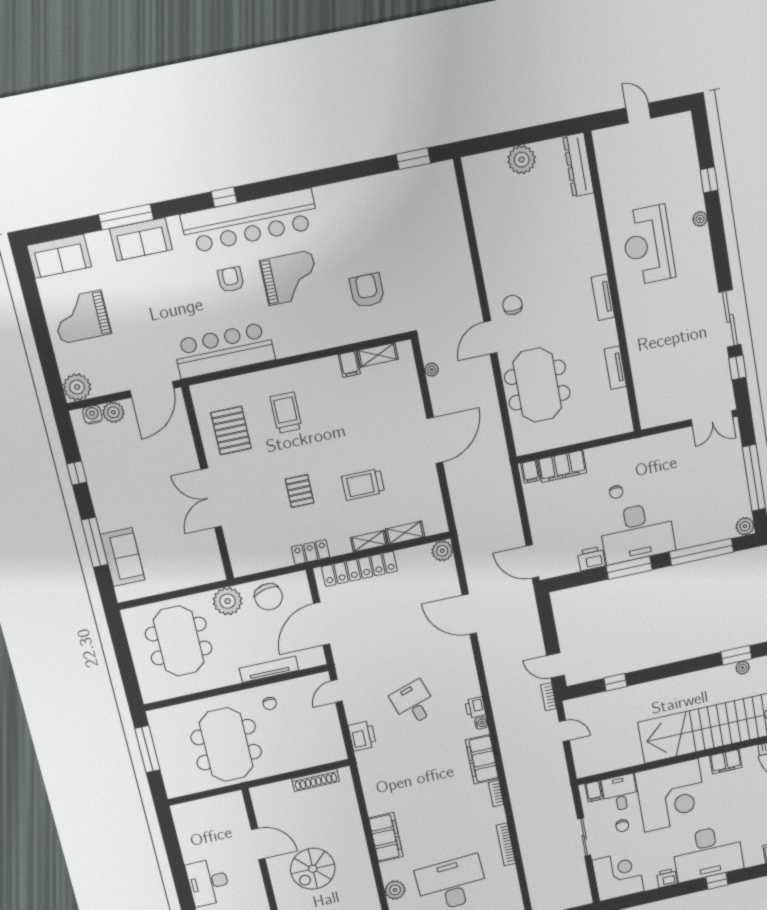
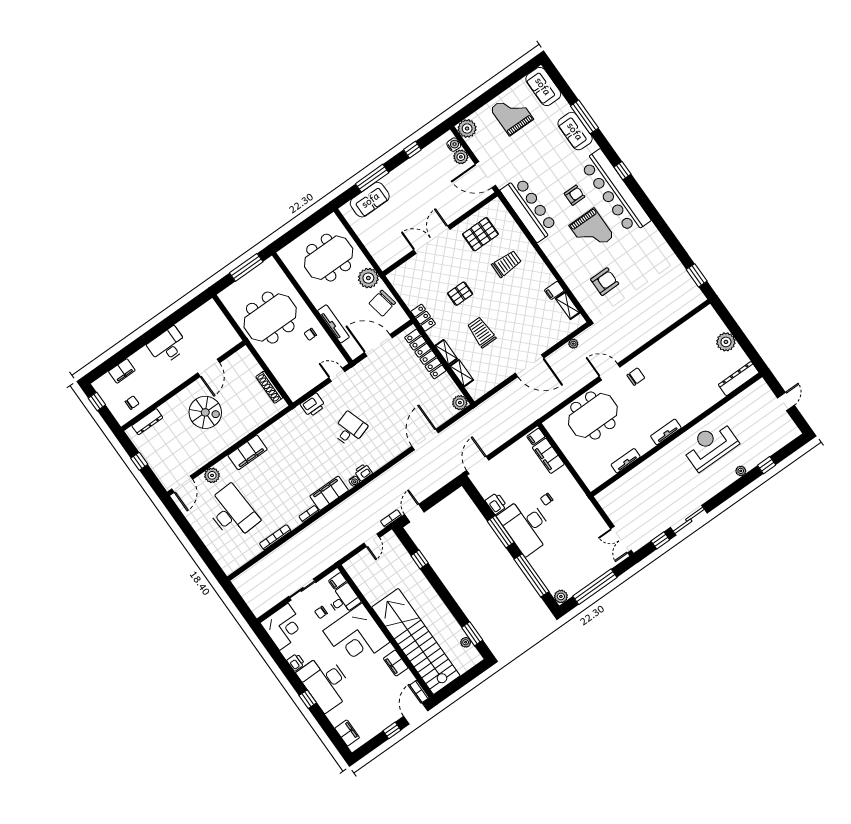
spiral stairs: (313, 869) -> (205, 412), turned 180

